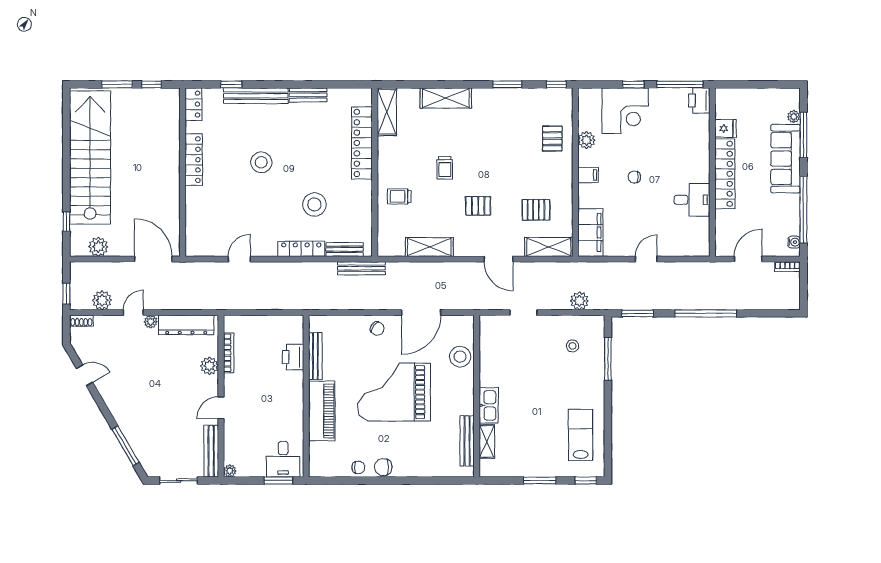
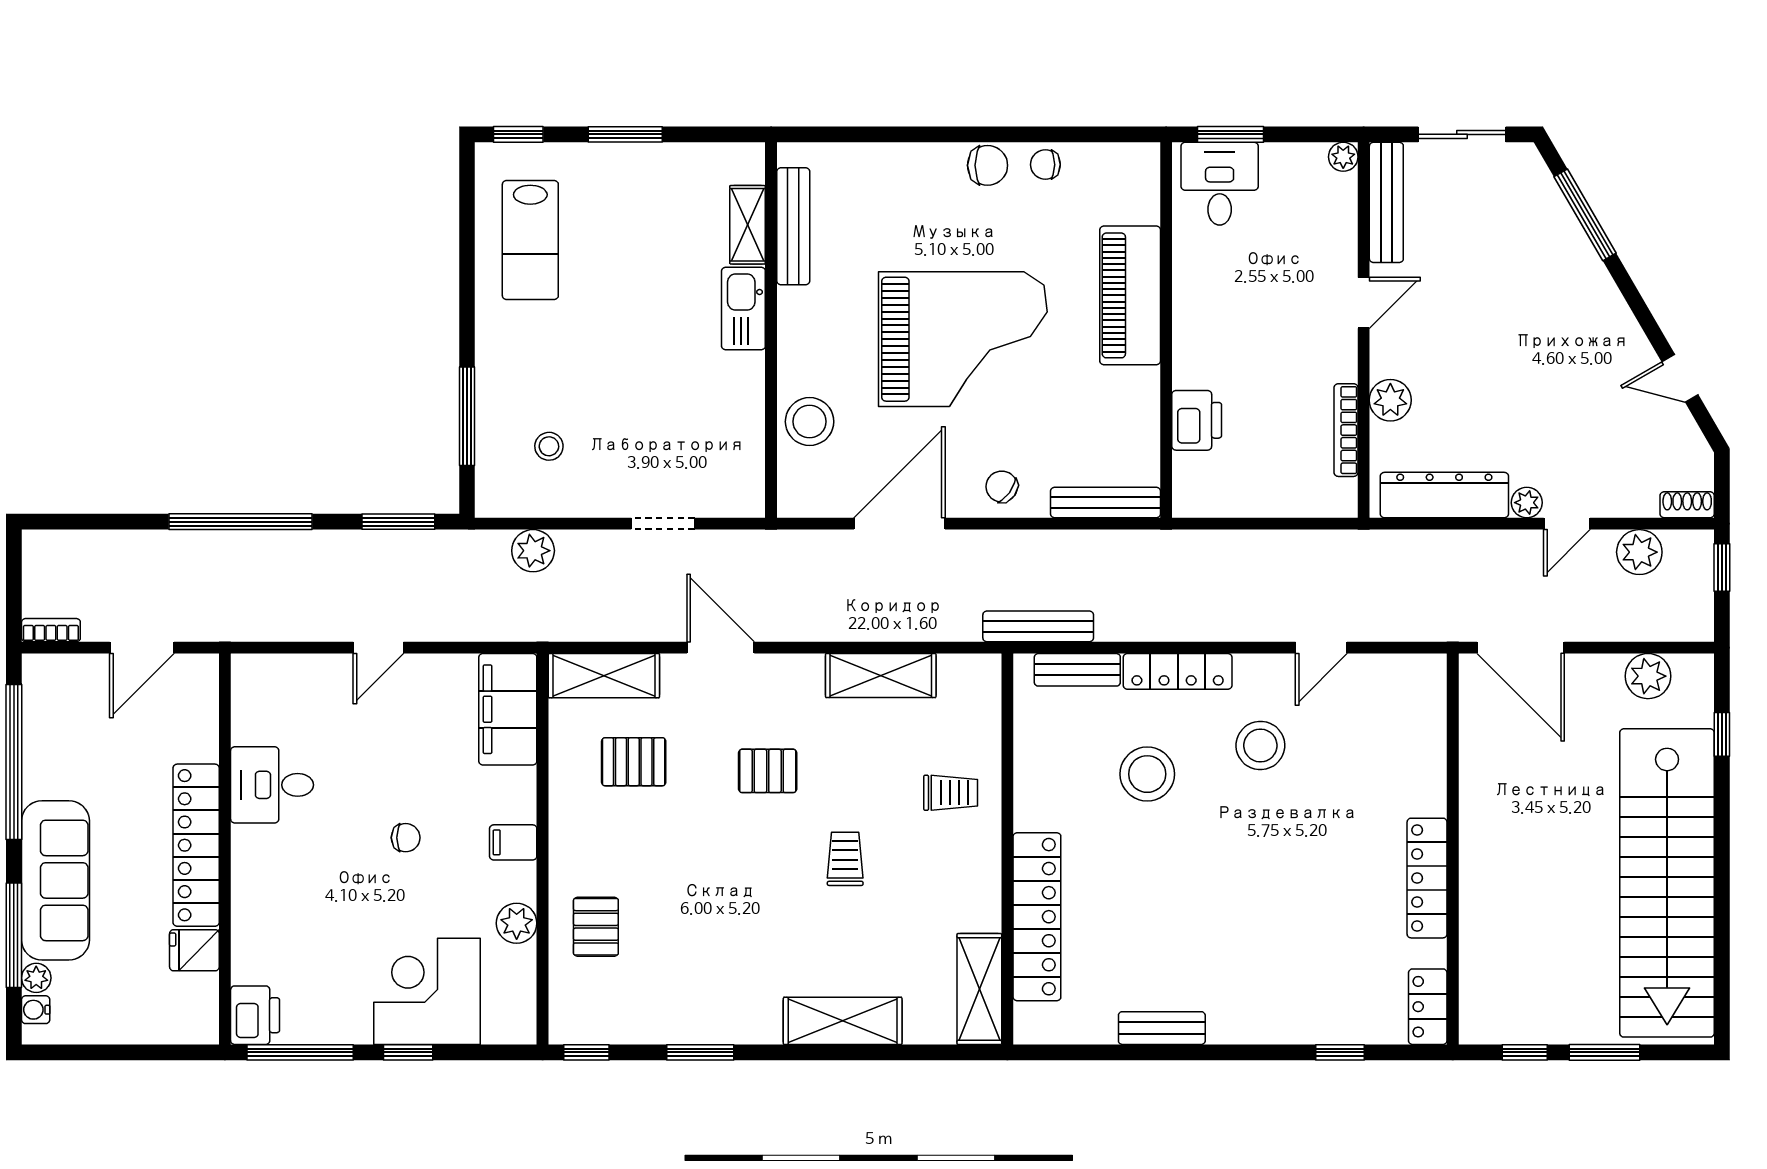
bench: (256, 96) -> (1283, 1026), removed
stool: (261, 162) -> (1260, 745), moved
water cooler: (794, 242) -> (36, 1010), moved
bench: (315, 356) -> (1105, 503), moved, turned 90

